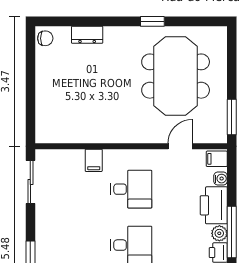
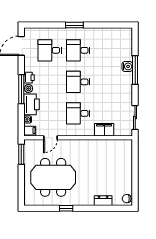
meeting table: (176, 76) -> (53, 177), turned 90
filing cabinet: (94, 160) -> (104, 130), width x2.00

